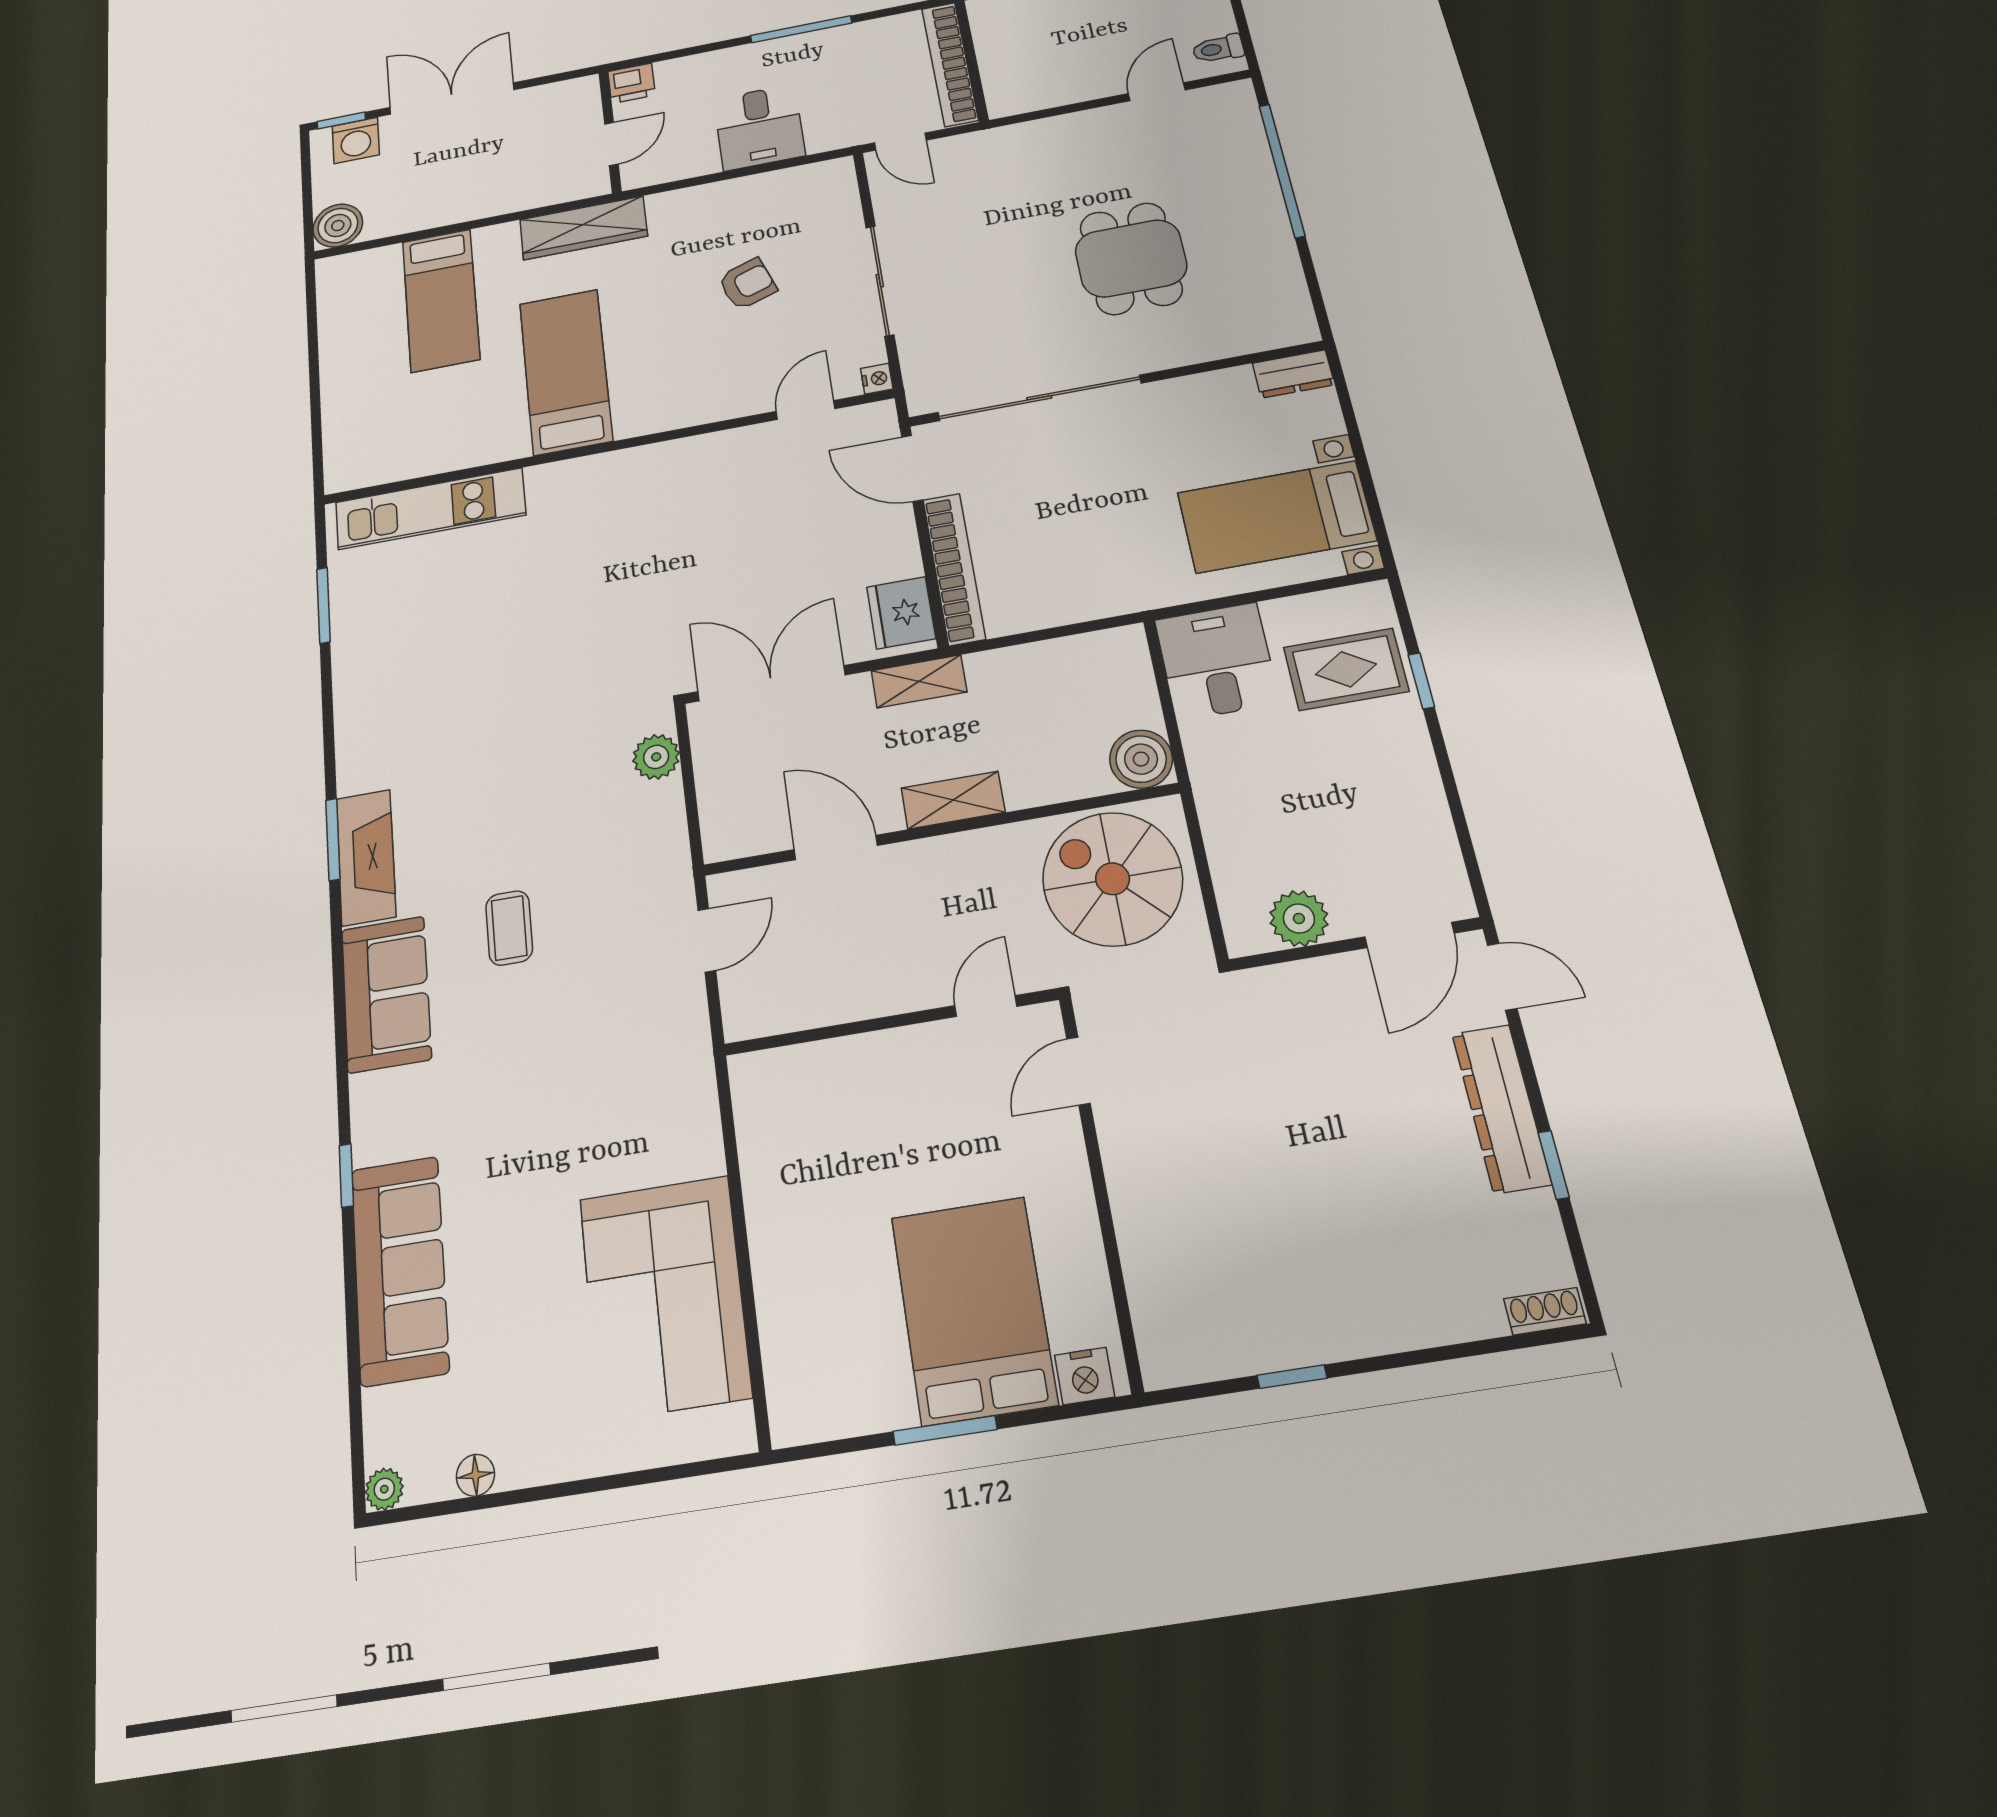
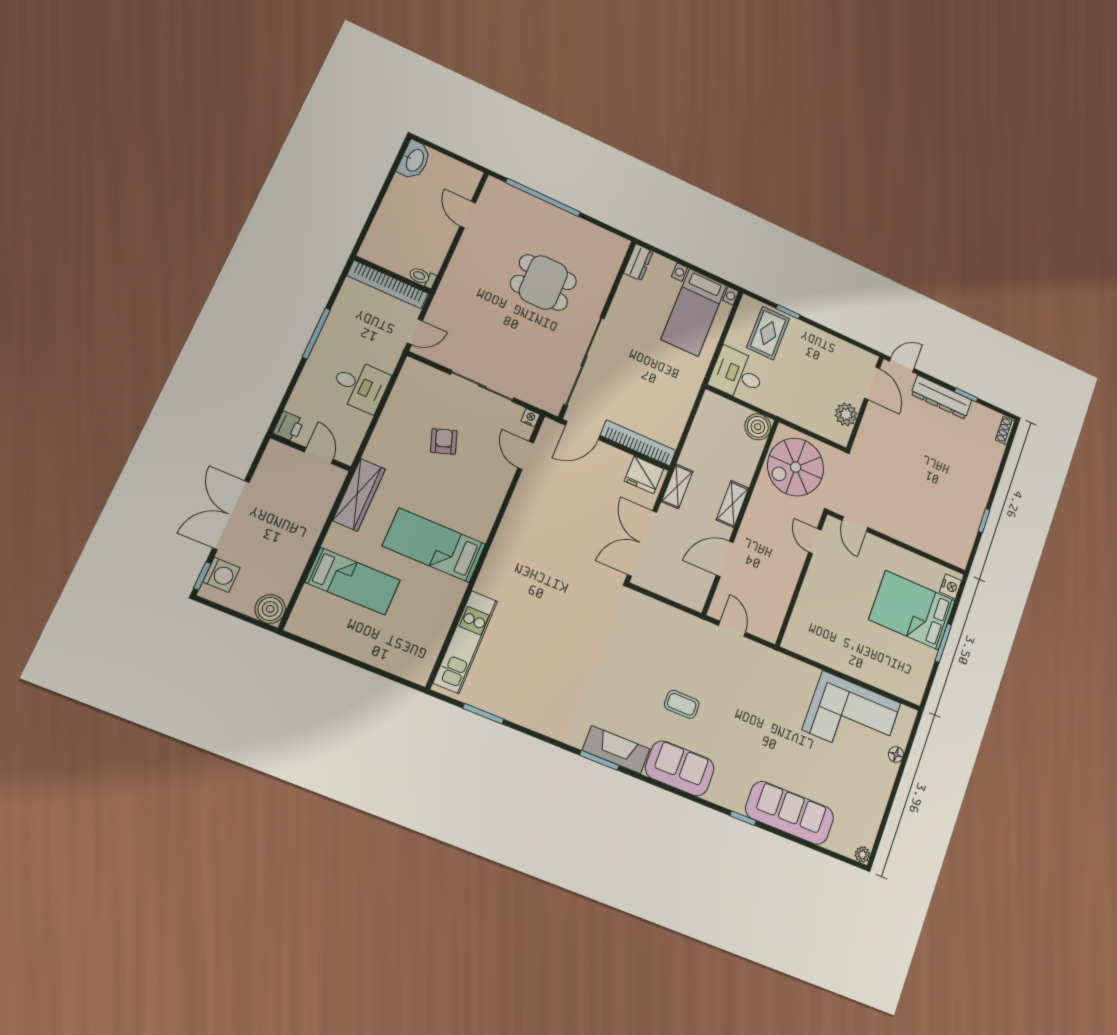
toilet: (1218, 49) -> (422, 277), moved, turned 90
plant: (656, 757) -> (645, 607), removed
floor lamp: (475, 1475) -> (896, 755), moved

